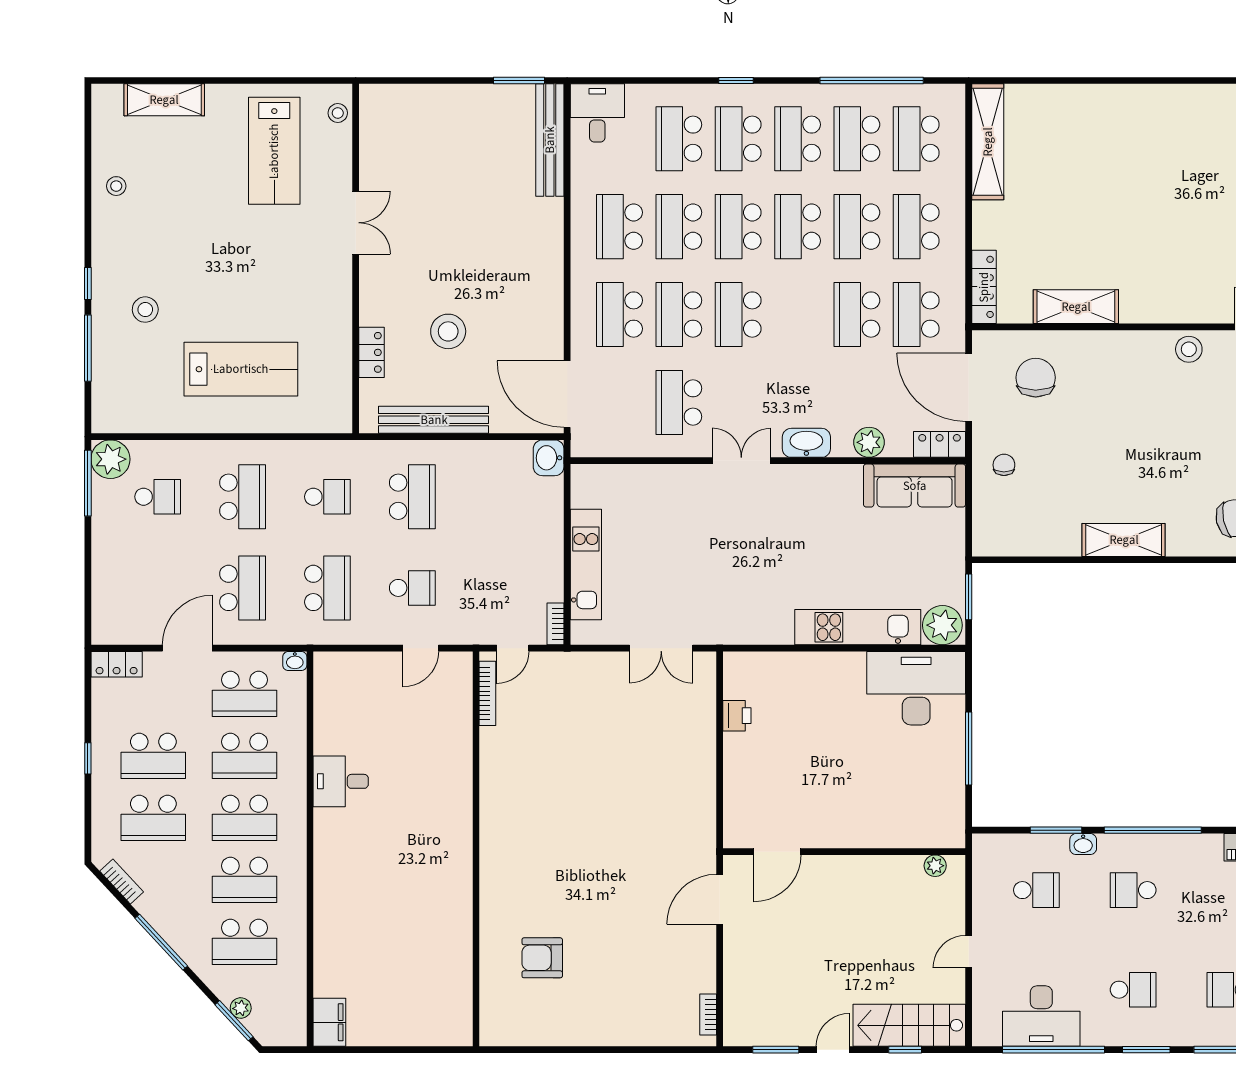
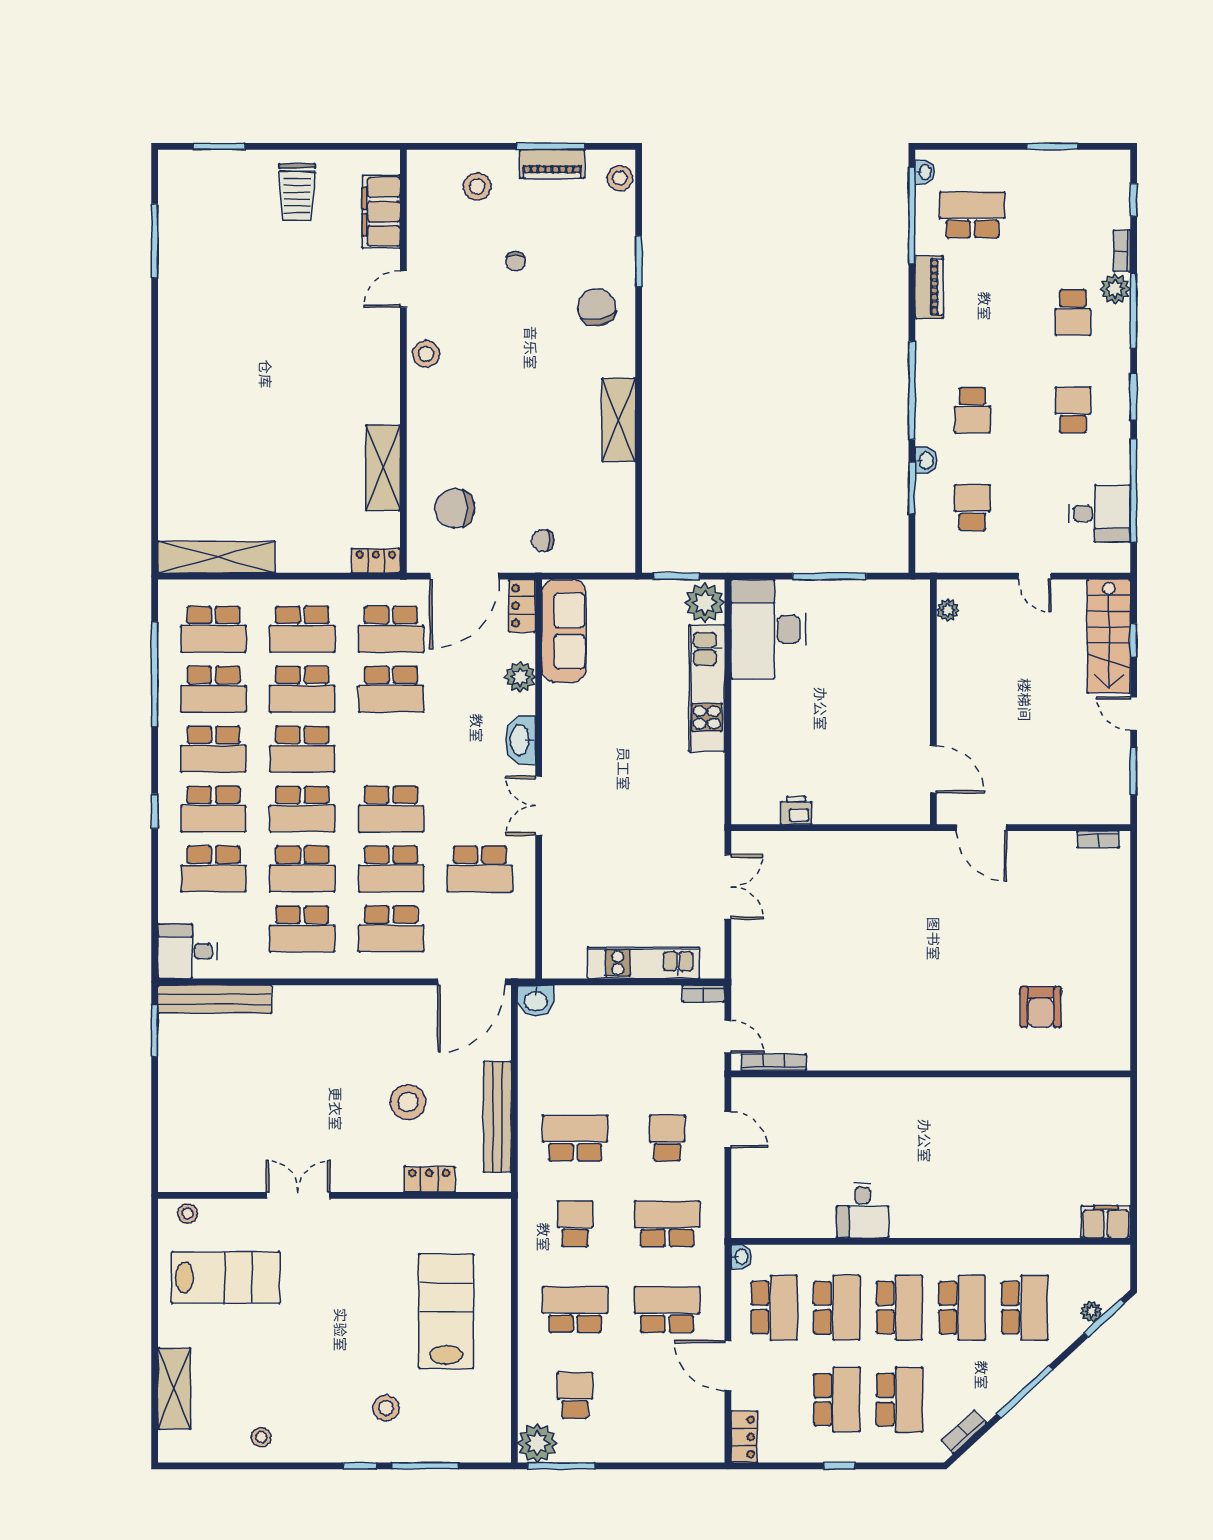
locker: (984, 287) -> (376, 561), width x0.66
desk: (1041, 1016) -> (1100, 513), width x0.73

